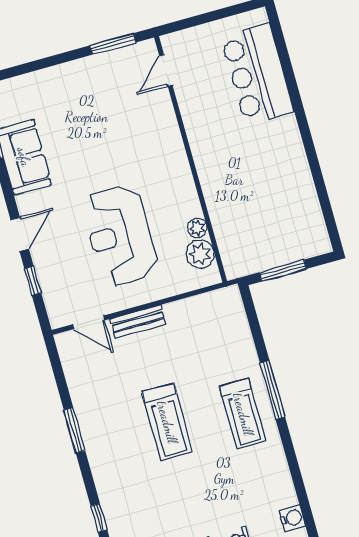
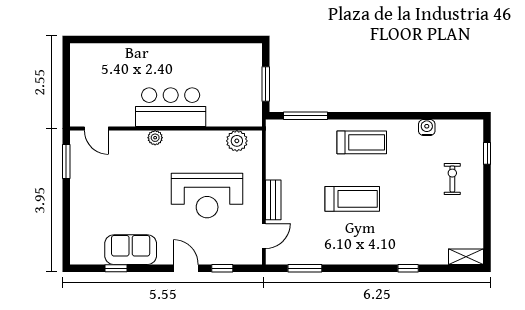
bar counter: (257, 74) -> (171, 107), moved, turned 180
plant: (197, 228) -> (155, 138), moved
window: (273, 390) -> (305, 116), moved
window: (74, 430) -> (305, 268), moved
water cooler: (292, 518) -> (427, 128), moved

